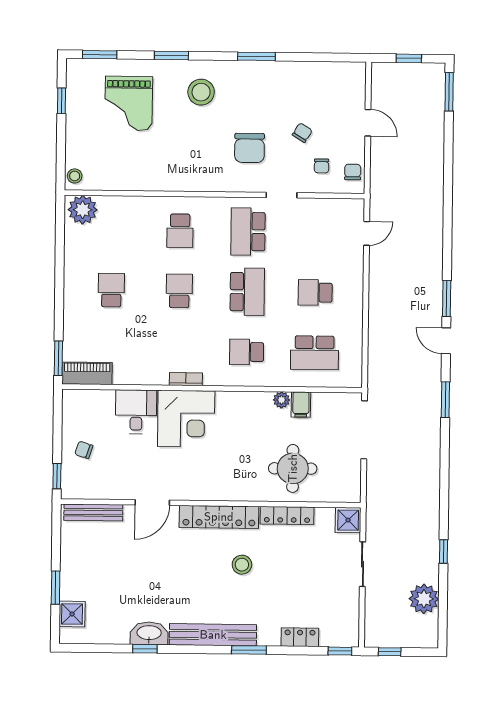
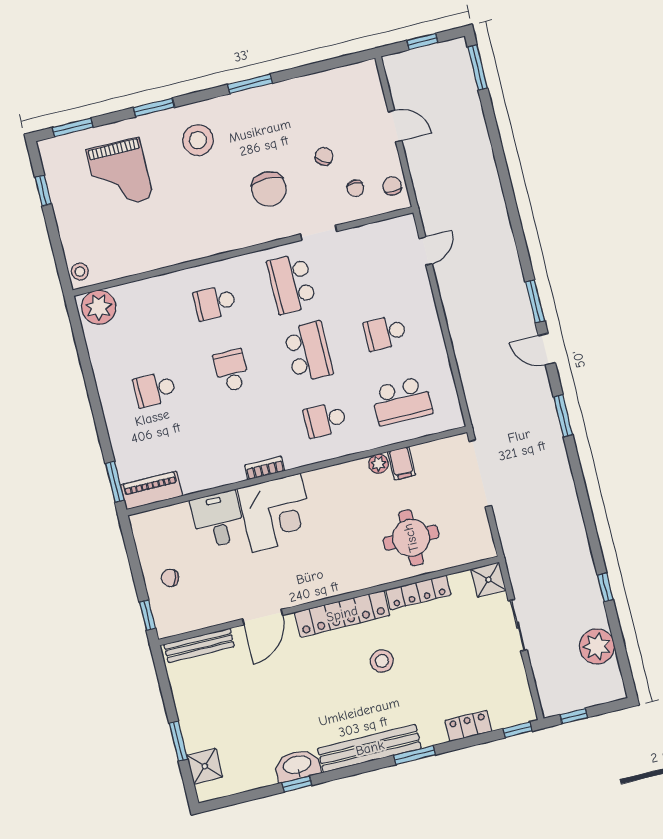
school desk: (180, 231) -> (215, 303), turned 90
school desk: (111, 290) -> (155, 389), turned -90

